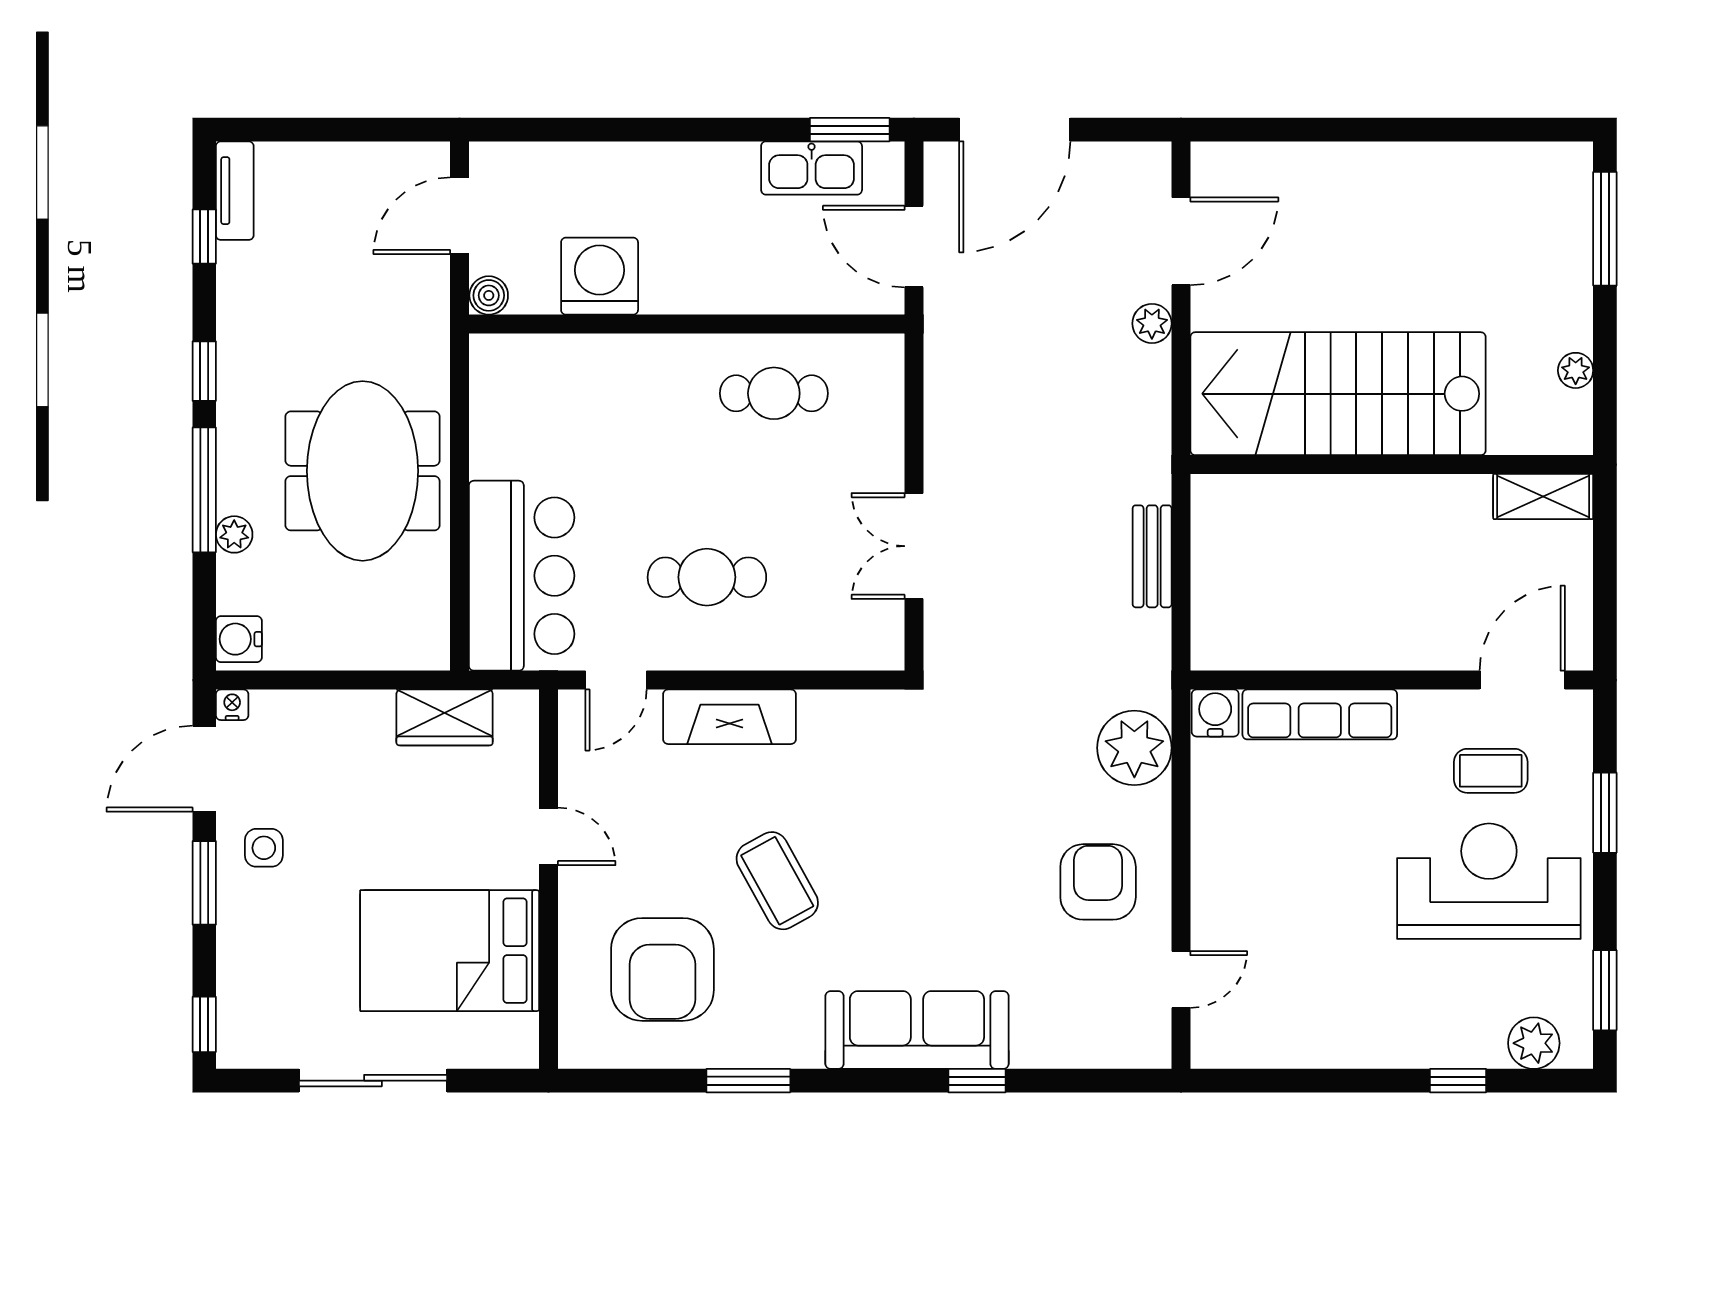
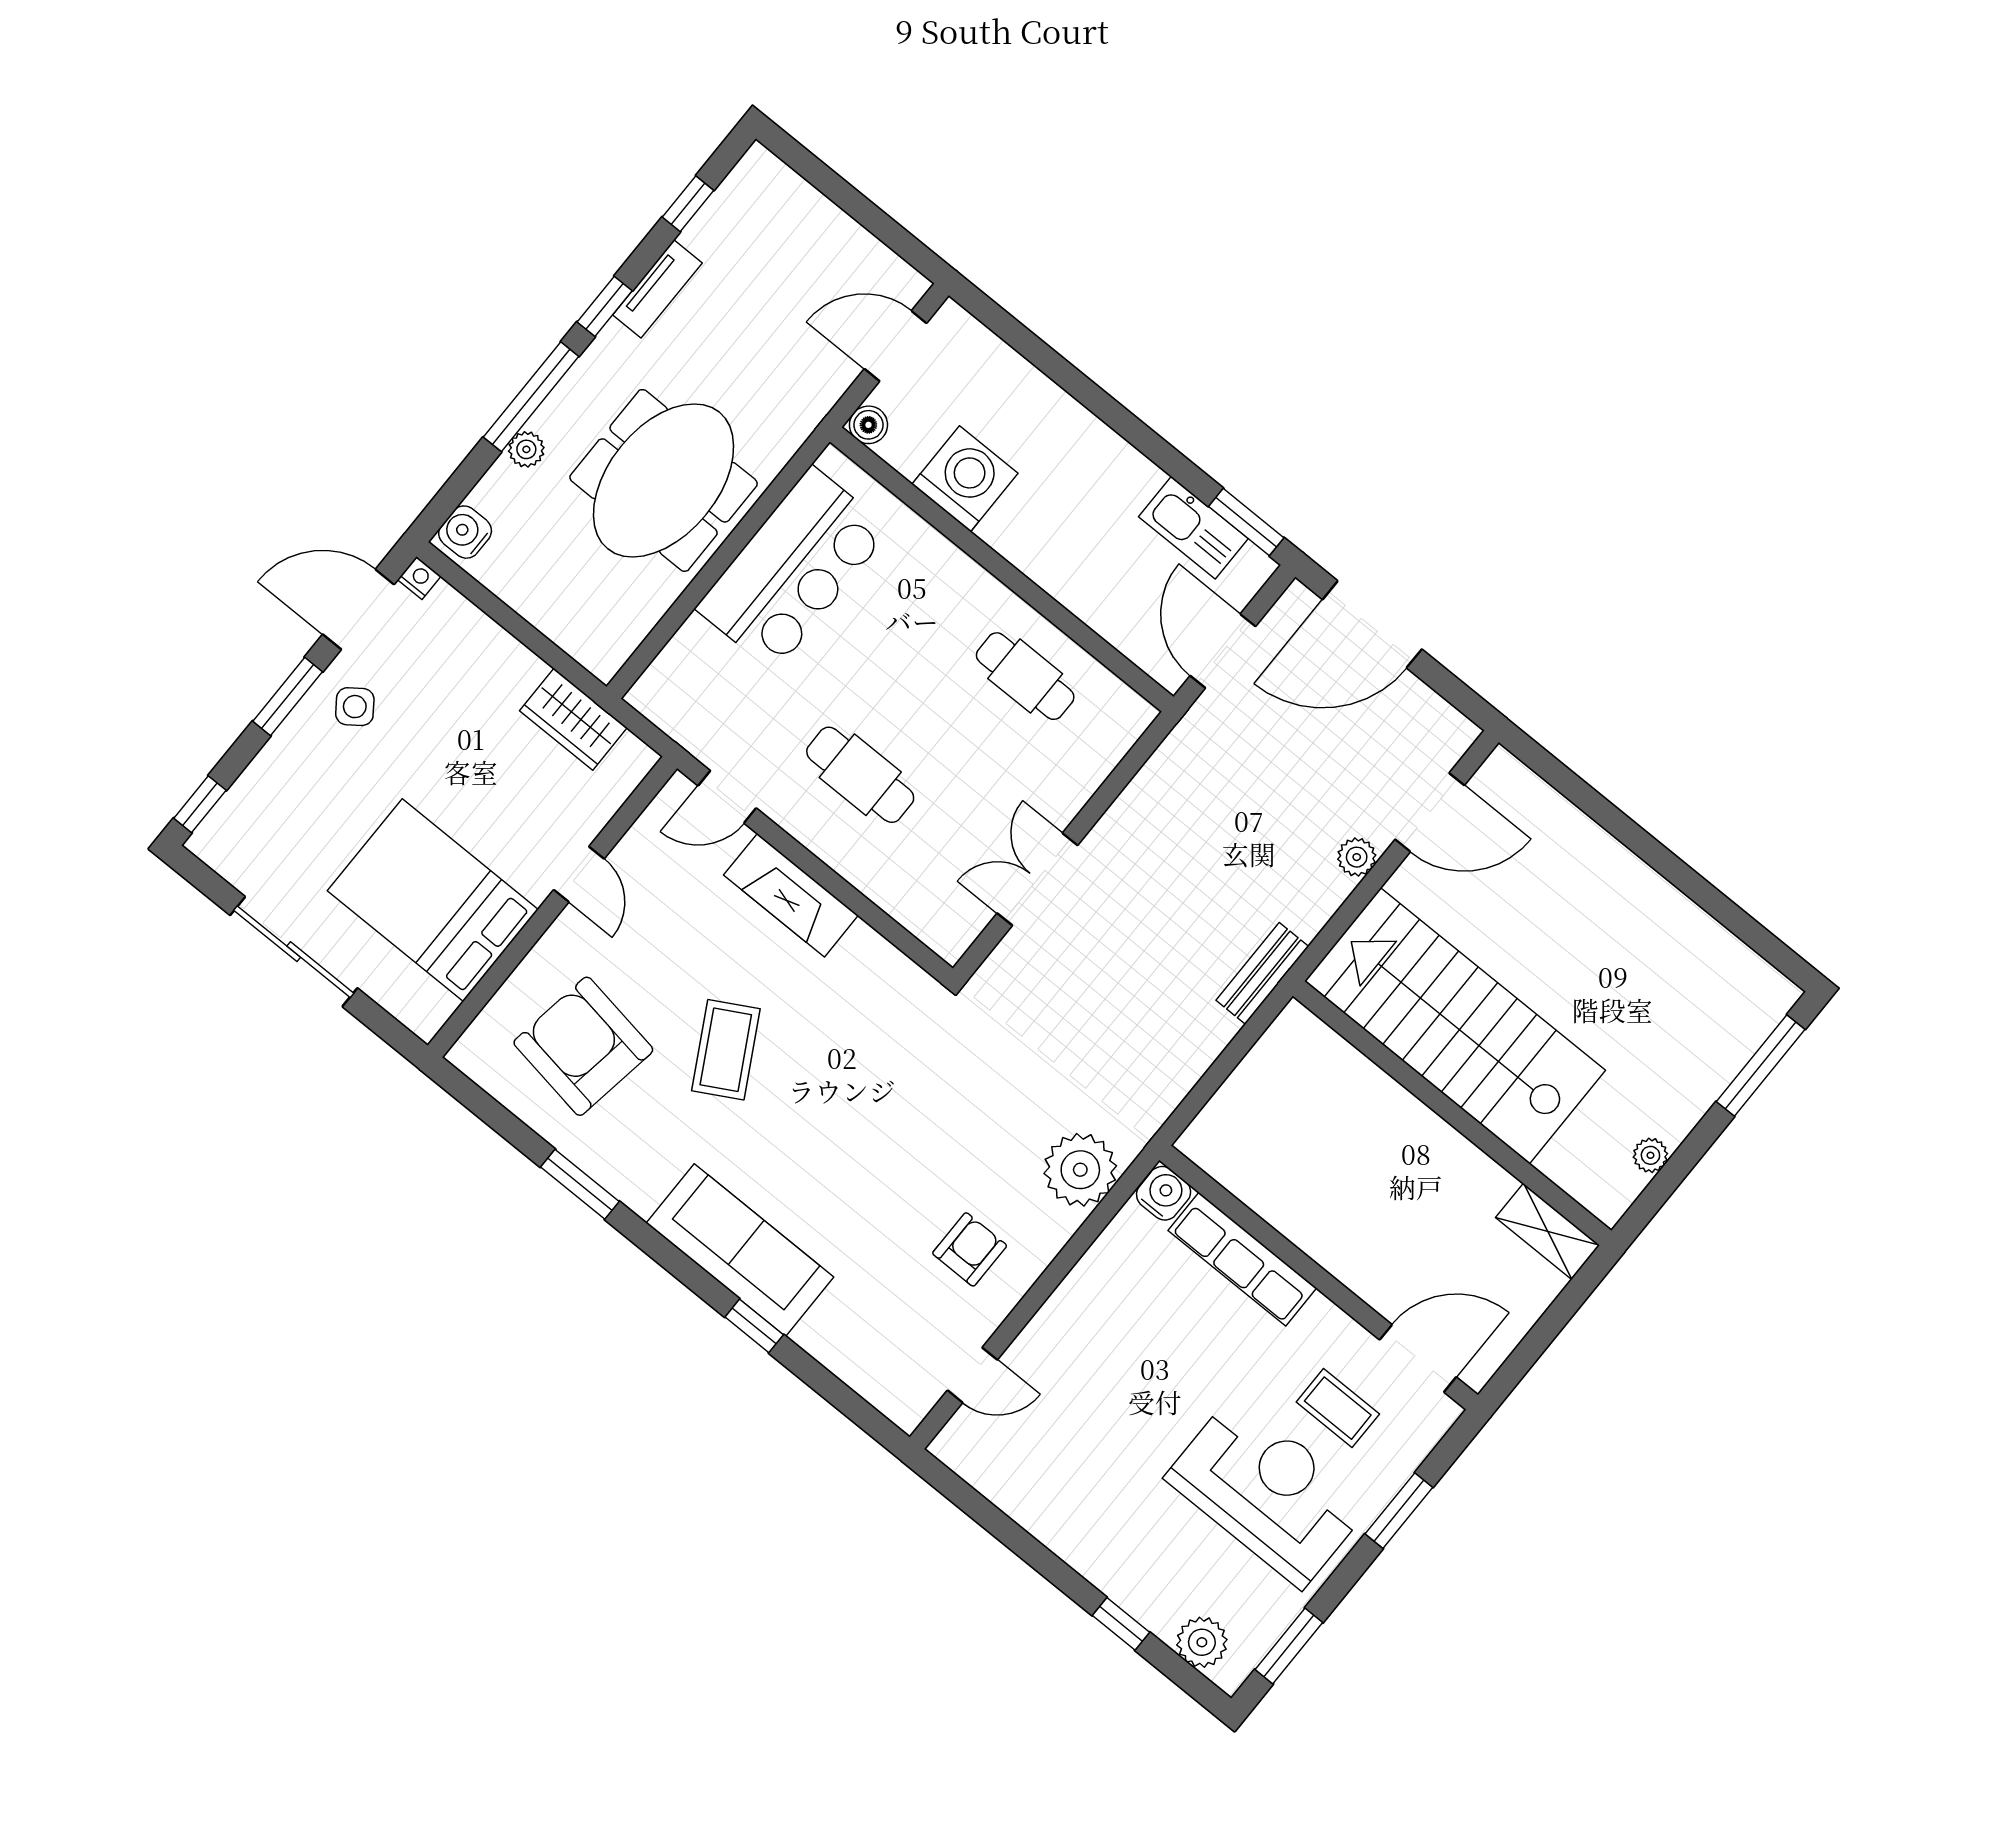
tv unit: (235, 191) -> (657, 289), moved
bench: (1152, 556) -> (1262, 973), moved
bar counter: (522, 576) -> (793, 569), moved
side table: (264, 848) -> (355, 707), turned -36
armchair: (1098, 882) -> (970, 1249), width x0.72, depth x0.72
armchair: (662, 969) -> (583, 1046), turned 99

